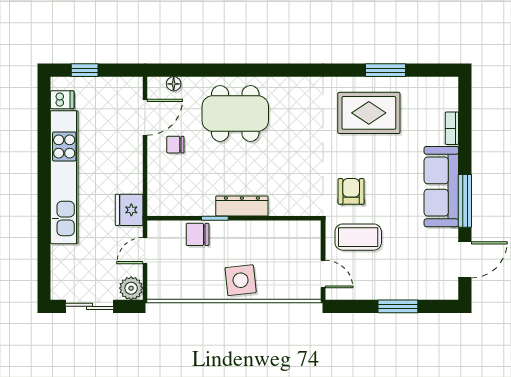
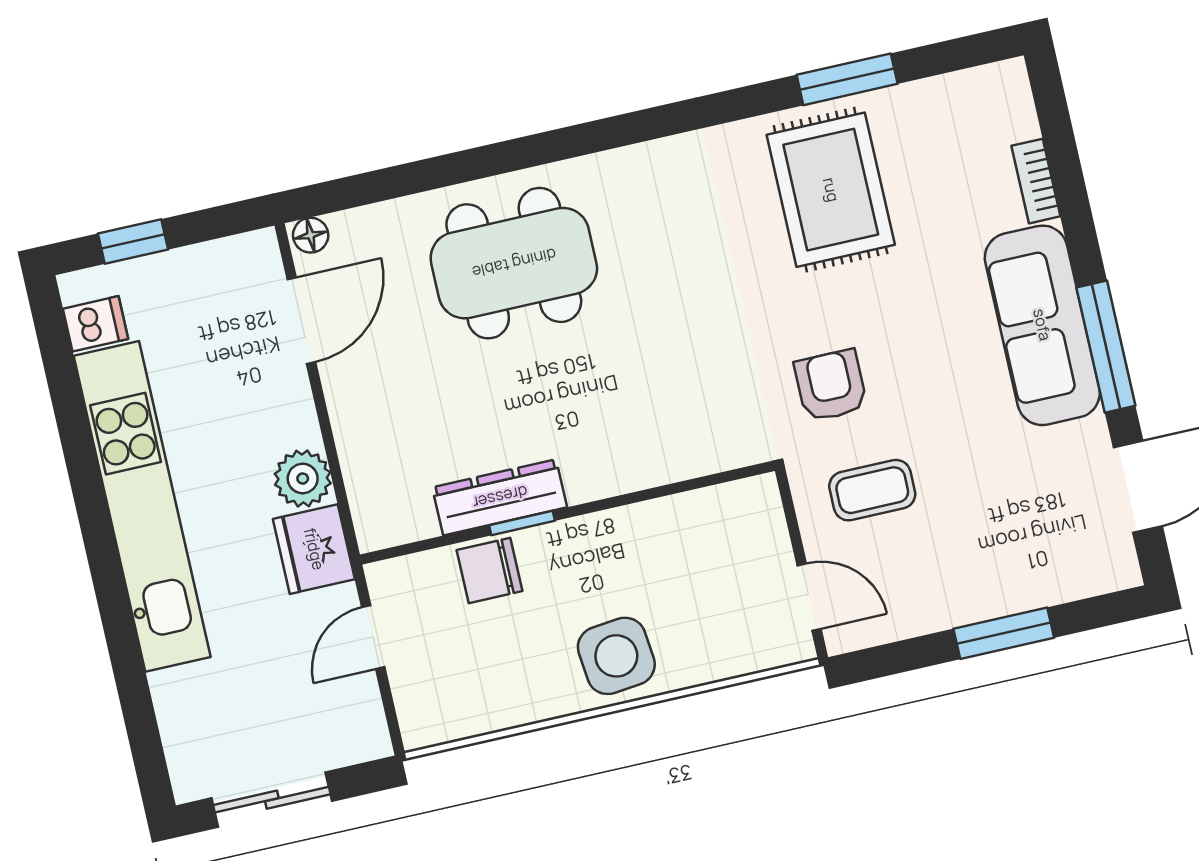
floor lamp: (174, 84) -> (311, 235), moved
rug: (369, 113) -> (831, 190), turned 90
chair: (175, 145) -> (388, 369), removed
dresser: (242, 206) -> (500, 497), moved
coffee table: (358, 237) -> (872, 490), width x0.73, depth x0.77
plant: (131, 288) -> (303, 479), moved

